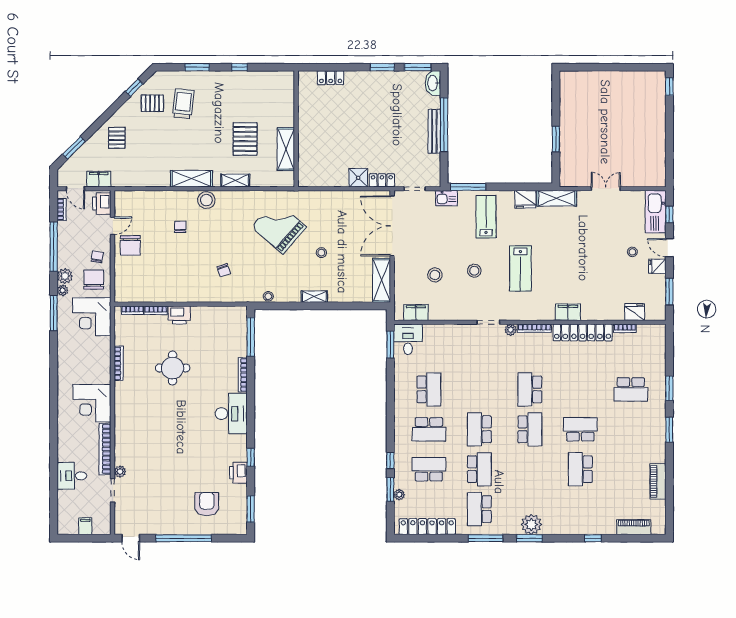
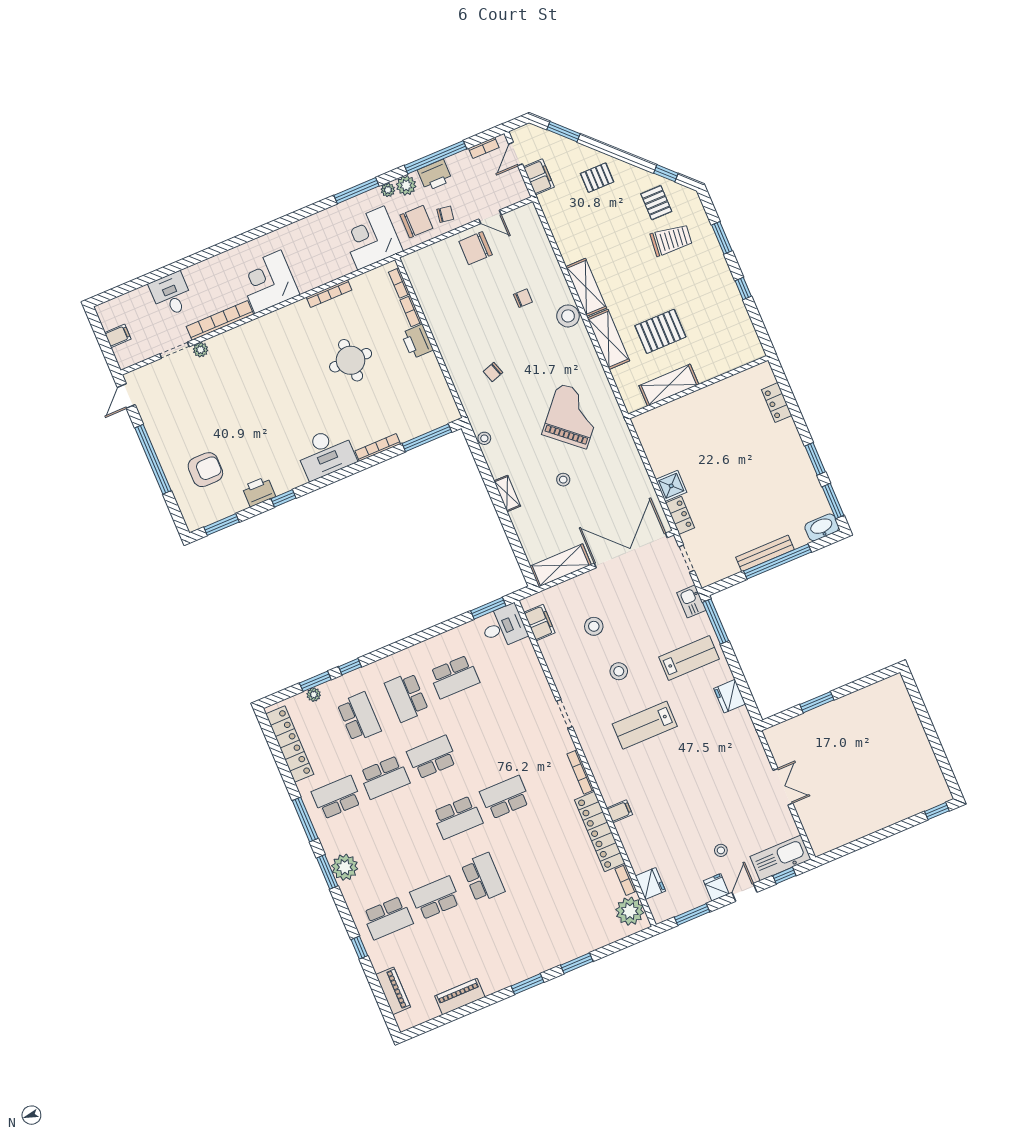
shelving: (235, 180) -> (608, 339), width x1.50, depth x1.33
shelving: (557, 198) -> (747, 733), removed
printer: (102, 204) -> (435, 175), moved, turned 180
filing cabinet: (568, 312) -> (620, 811), width x0.50
plant: (511, 330) -> (630, 911), moved, width x1.88, depth x1.88
school desk: (631, 389) -> (388, 918), moved, turned -90

